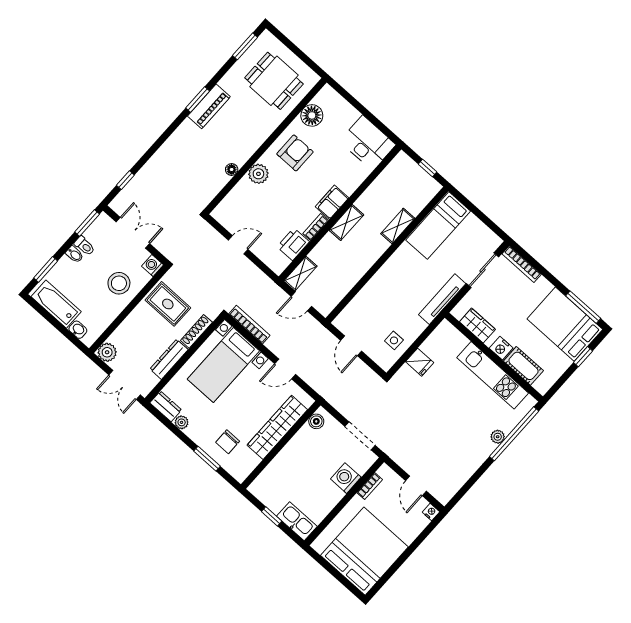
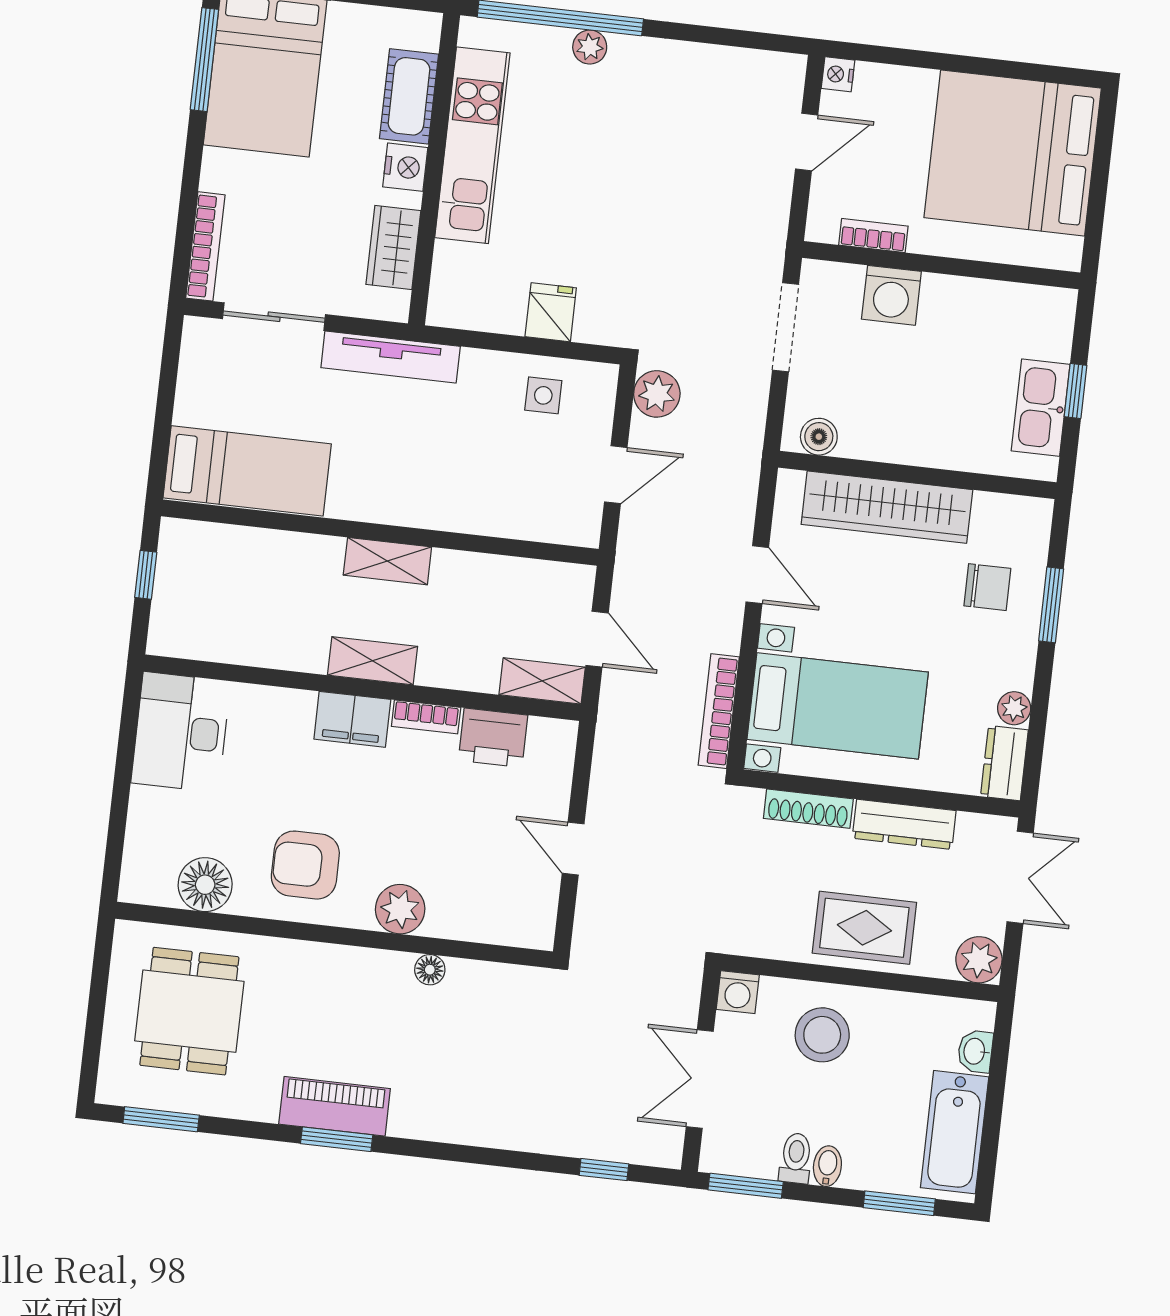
shelving: (398, 226) -> (387, 561), moved
rug: (168, 304) -> (864, 928), moved, turned 90
plant: (368, 378) -> (657, 394), added
kitchen sink: (297, 521) -> (1041, 408), moved

